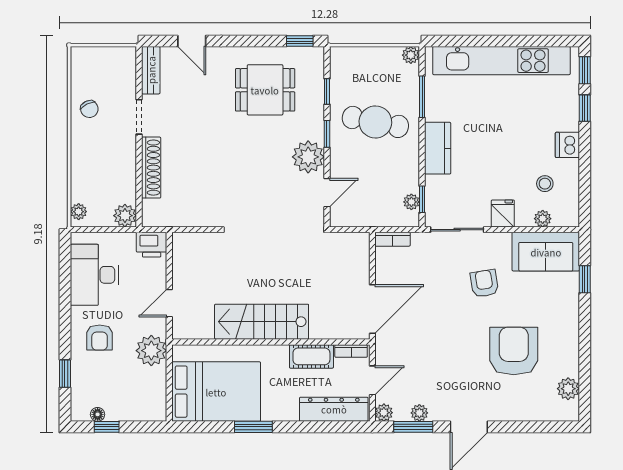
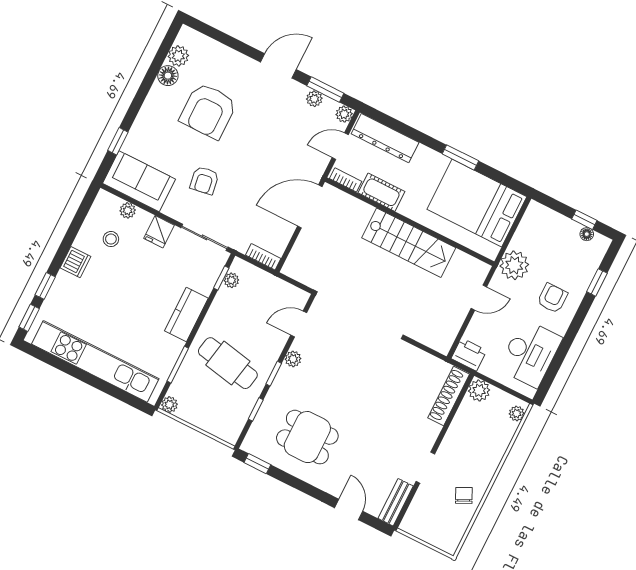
plant: (308, 157) -> (293, 359), width x0.53, depth x0.53
shoe rack: (151, 168) -> (449, 396), moved
floor lamp: (569, 365) -> (168, 76), added

